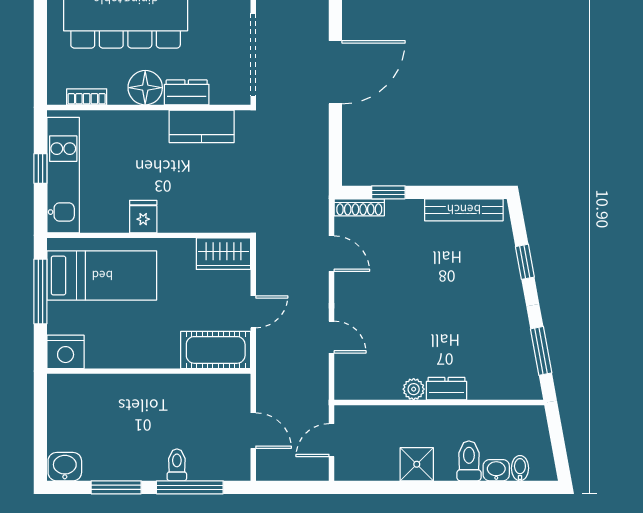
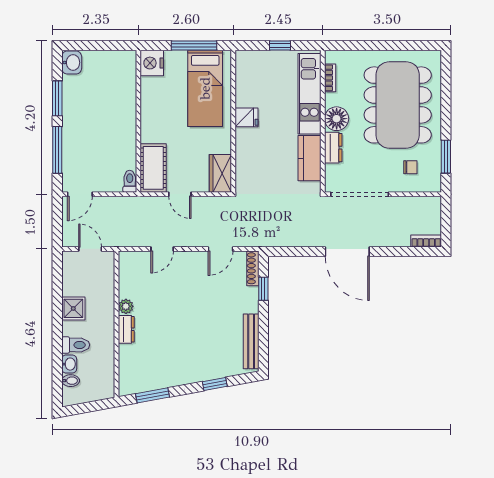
kitchen unit: (63, 175) -> (310, 94), moved, turned 90
door: (253, 431) -> (80, 194), moved
toilet: (177, 465) -> (130, 181), moved, turned -90

